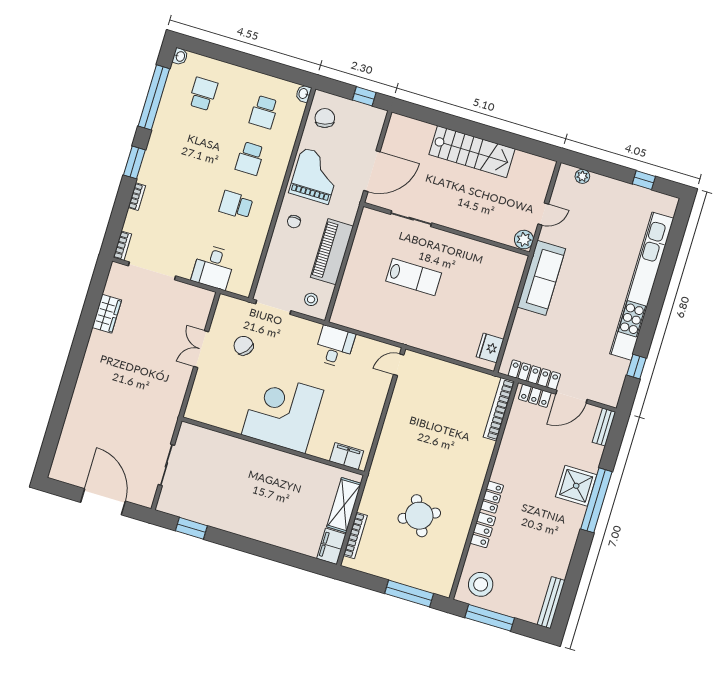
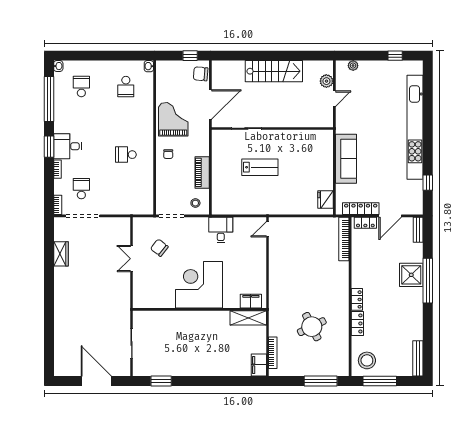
chair: (325, 118) -> (201, 74), moved, turned -69
school desk: (250, 158) -> (81, 189), moved, turned 180
plant: (524, 240) -> (326, 81), moved
piano: (332, 252) -> (202, 172), width x0.73, depth x0.75
desk: (213, 267) -> (68, 146), moved, turned 90
sofa: (541, 278) -> (346, 159), moved
shelving: (344, 505) -> (248, 318), moved, turned 90

